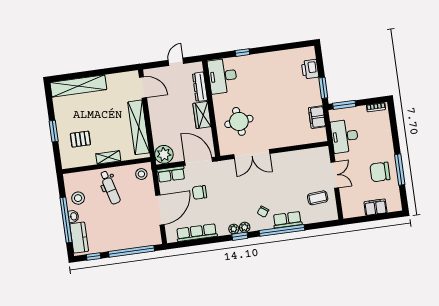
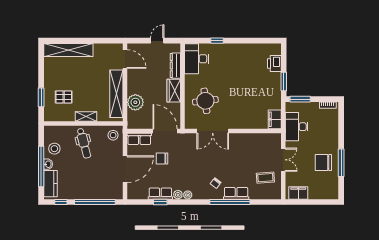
filing cabinet: (317, 117) -> (275, 119), moved
window: (54, 131) -> (41, 97), moved
plant: (164, 154) -> (135, 102), moved
filing cabinet: (375, 207) -> (298, 193), moved
plant: (245, 227) -> (178, 195), moved
row of seats: (197, 233) -> (160, 194), width x0.68
window: (240, 236) -> (160, 202), moved

